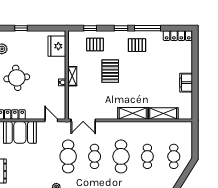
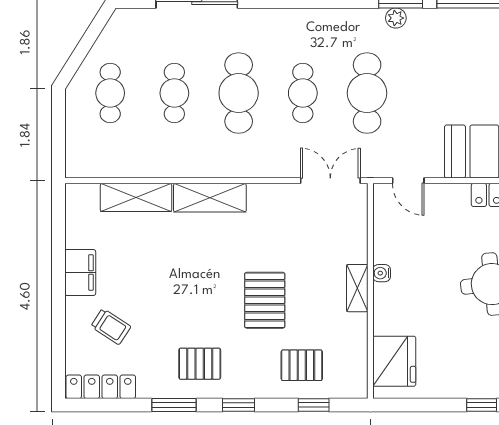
window: (148, 28) -> (174, 405), width x0.69
trolley: (174, 60) -> (111, 326), added

